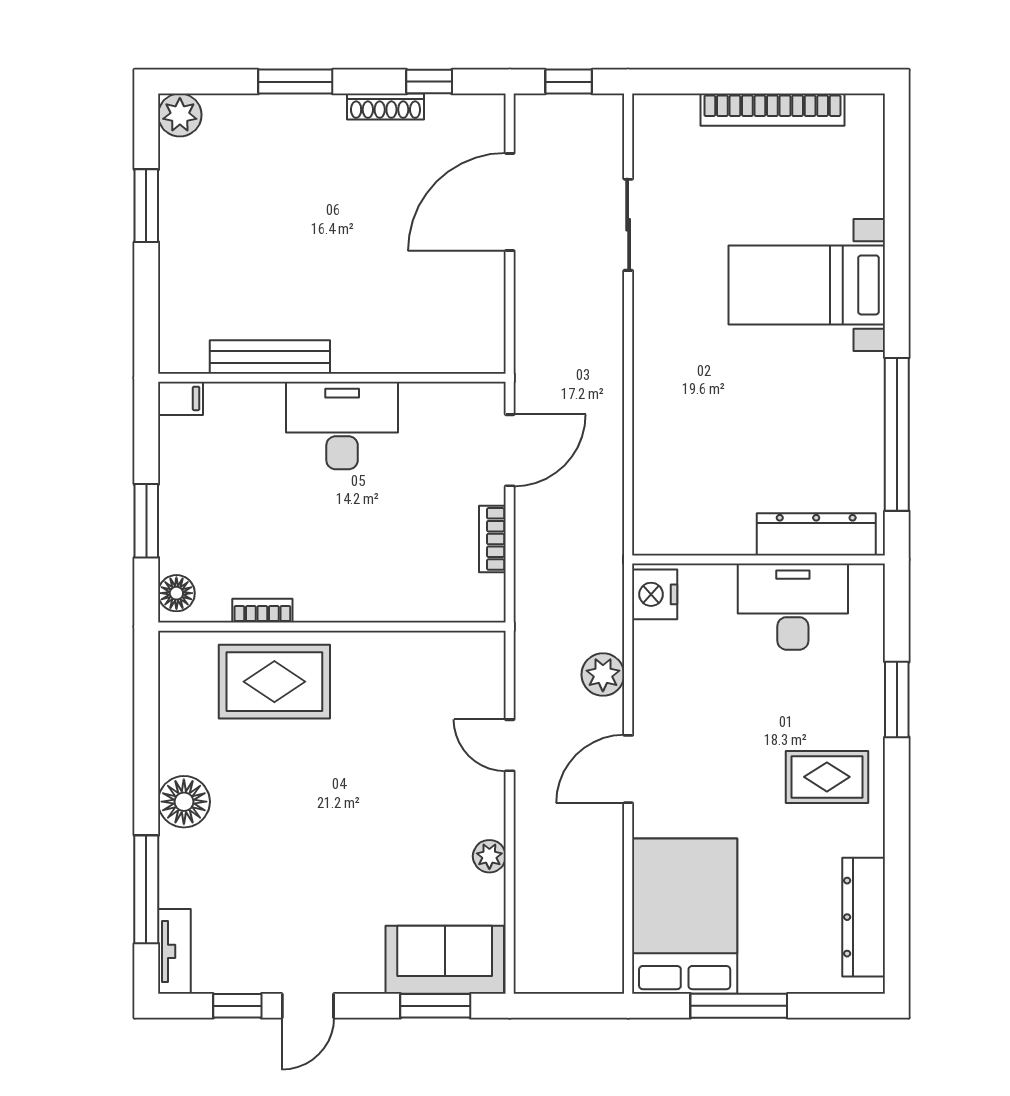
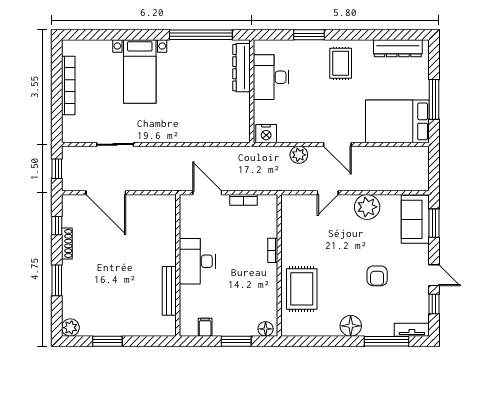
filing cabinet: (180, 398) -> (205, 327), moved
bookcase: (262, 611) -> (273, 250), moved
plant: (489, 856) -> (367, 207), width x1.87, depth x1.87
armchair: (306, 866) -> (377, 276), added

